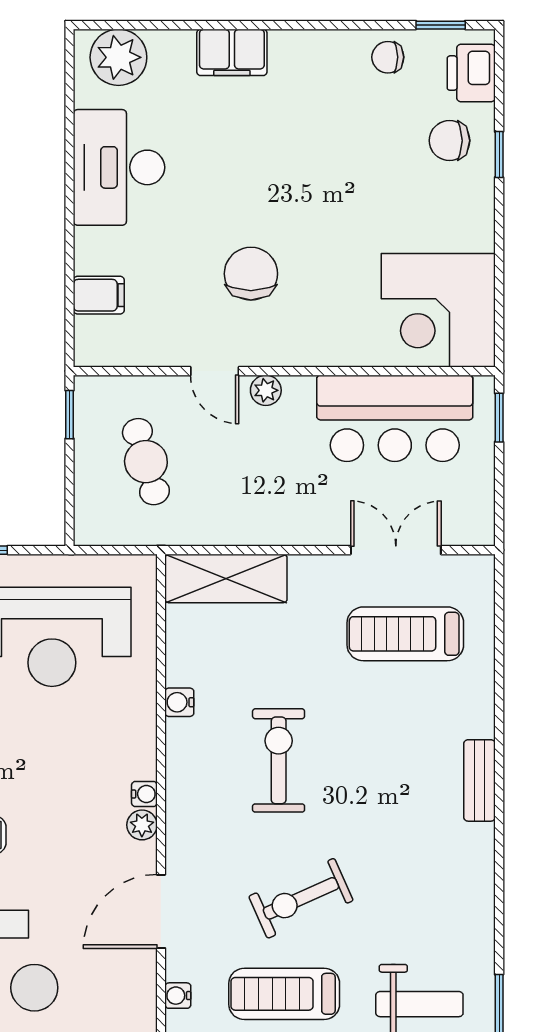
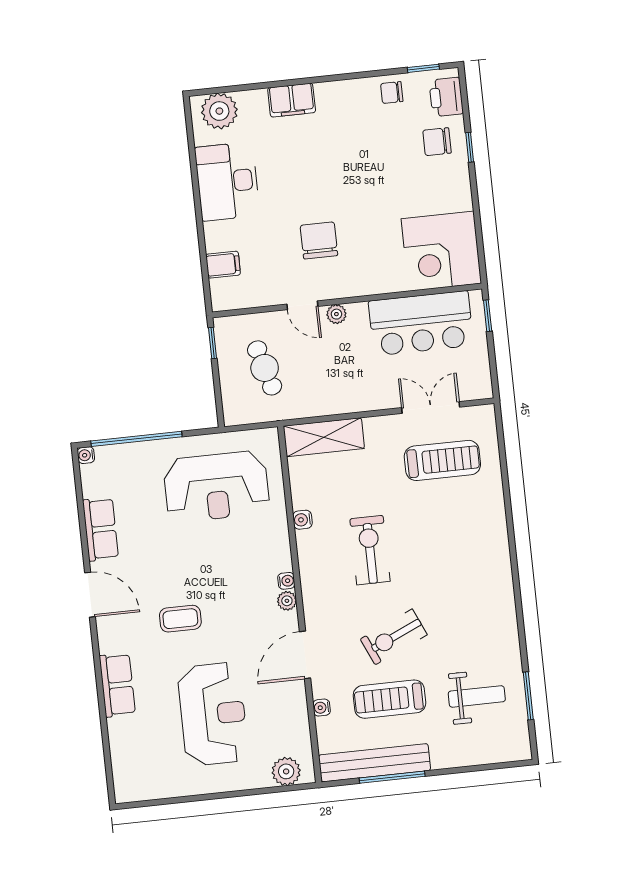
treadmill: (405, 634) -> (442, 460), turned 180
bench: (479, 780) -> (500, 549), removed

